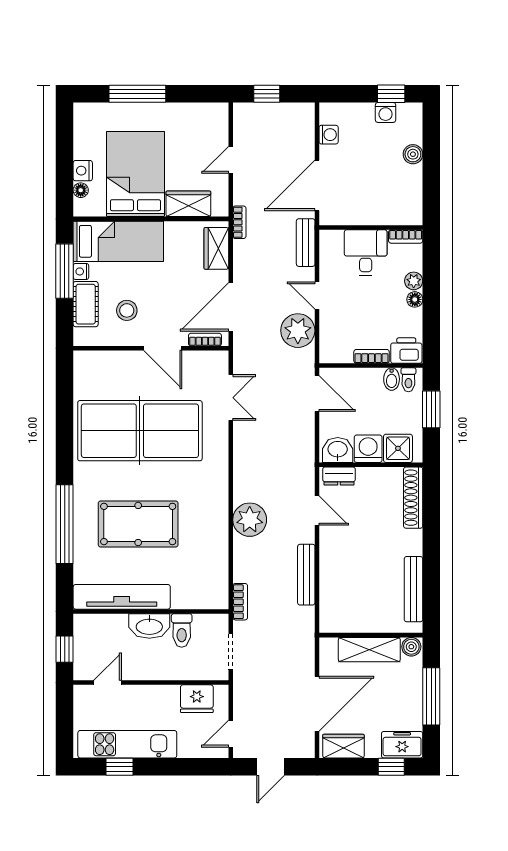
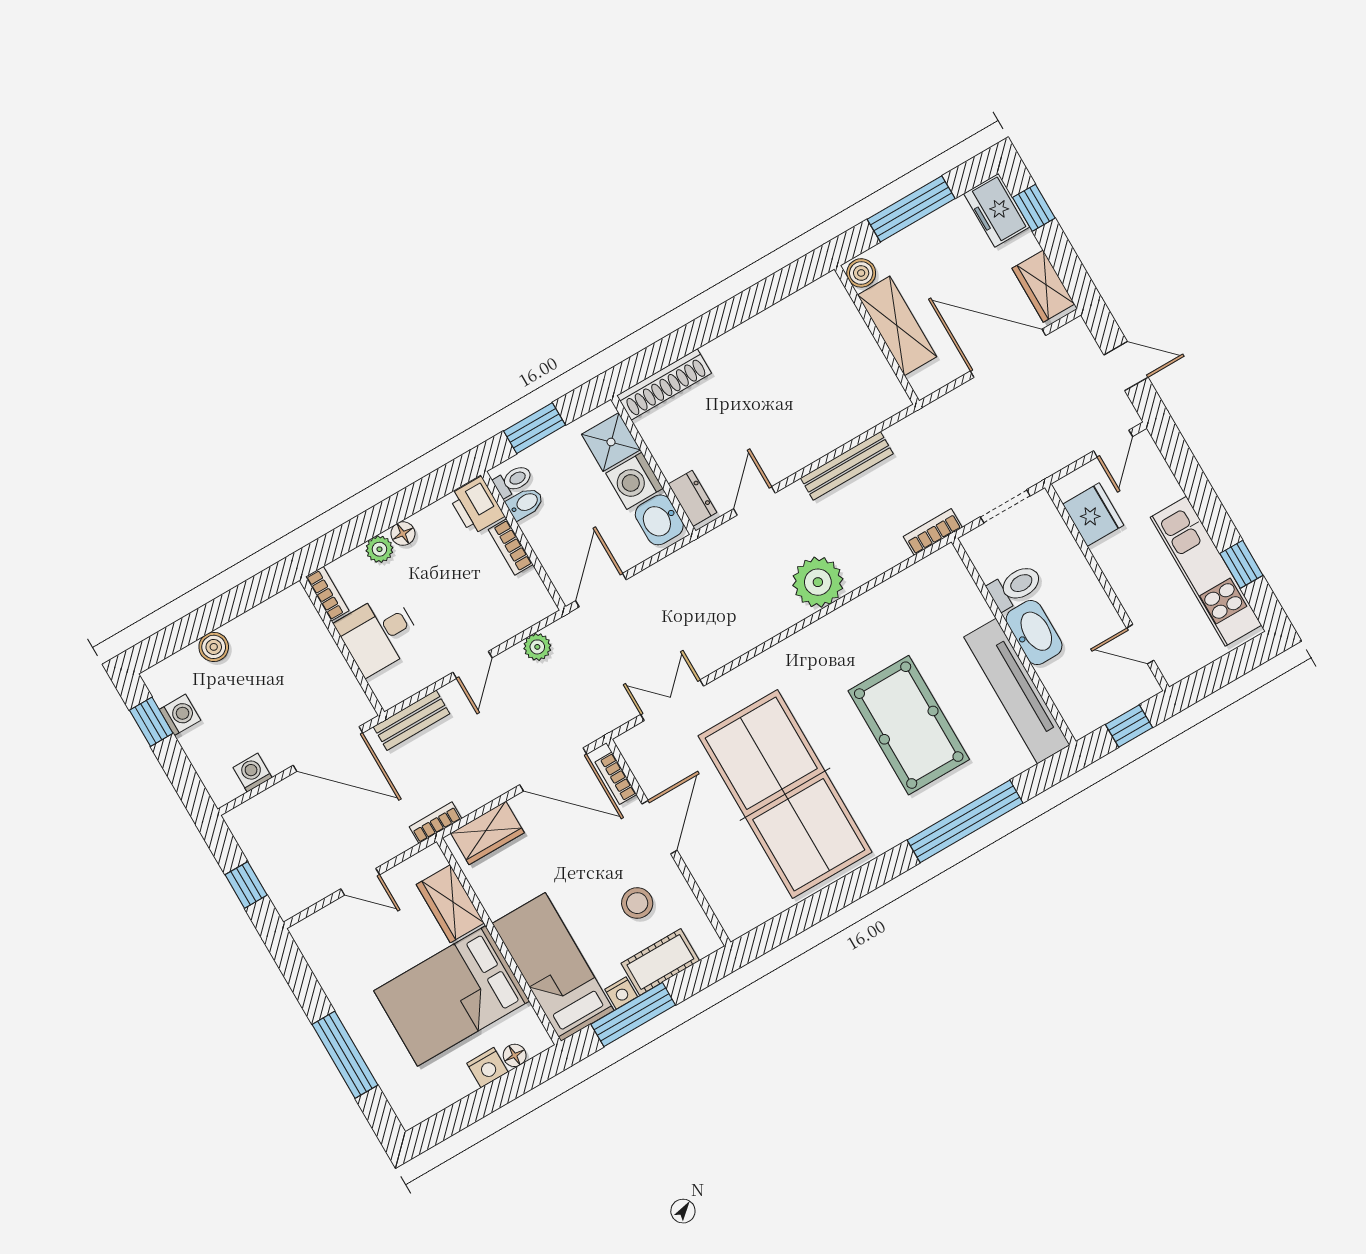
plant: (298, 331) -> (537, 647), width x0.53, depth x0.53
bench: (413, 589) -> (784, 314), removed
door: (231, 734) -> (1113, 444), hinge flipped

